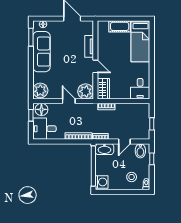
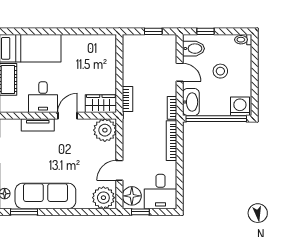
desk: (140, 89) -> (43, 97), moved, turned 90
door: (69, 101) -> (119, 170), moved
stool: (132, 177) -> (220, 71), moved

